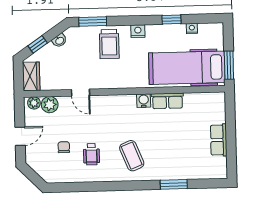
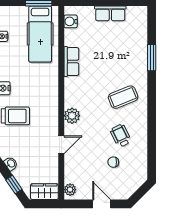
hospital bed: (187, 68) -> (40, 34), width x0.73, depth x0.78
water cooler: (144, 101) -> (71, 21), moved
plant: (50, 105) -> (72, 116), moved
wheelchair: (92, 154) -> (121, 136), turned -116

